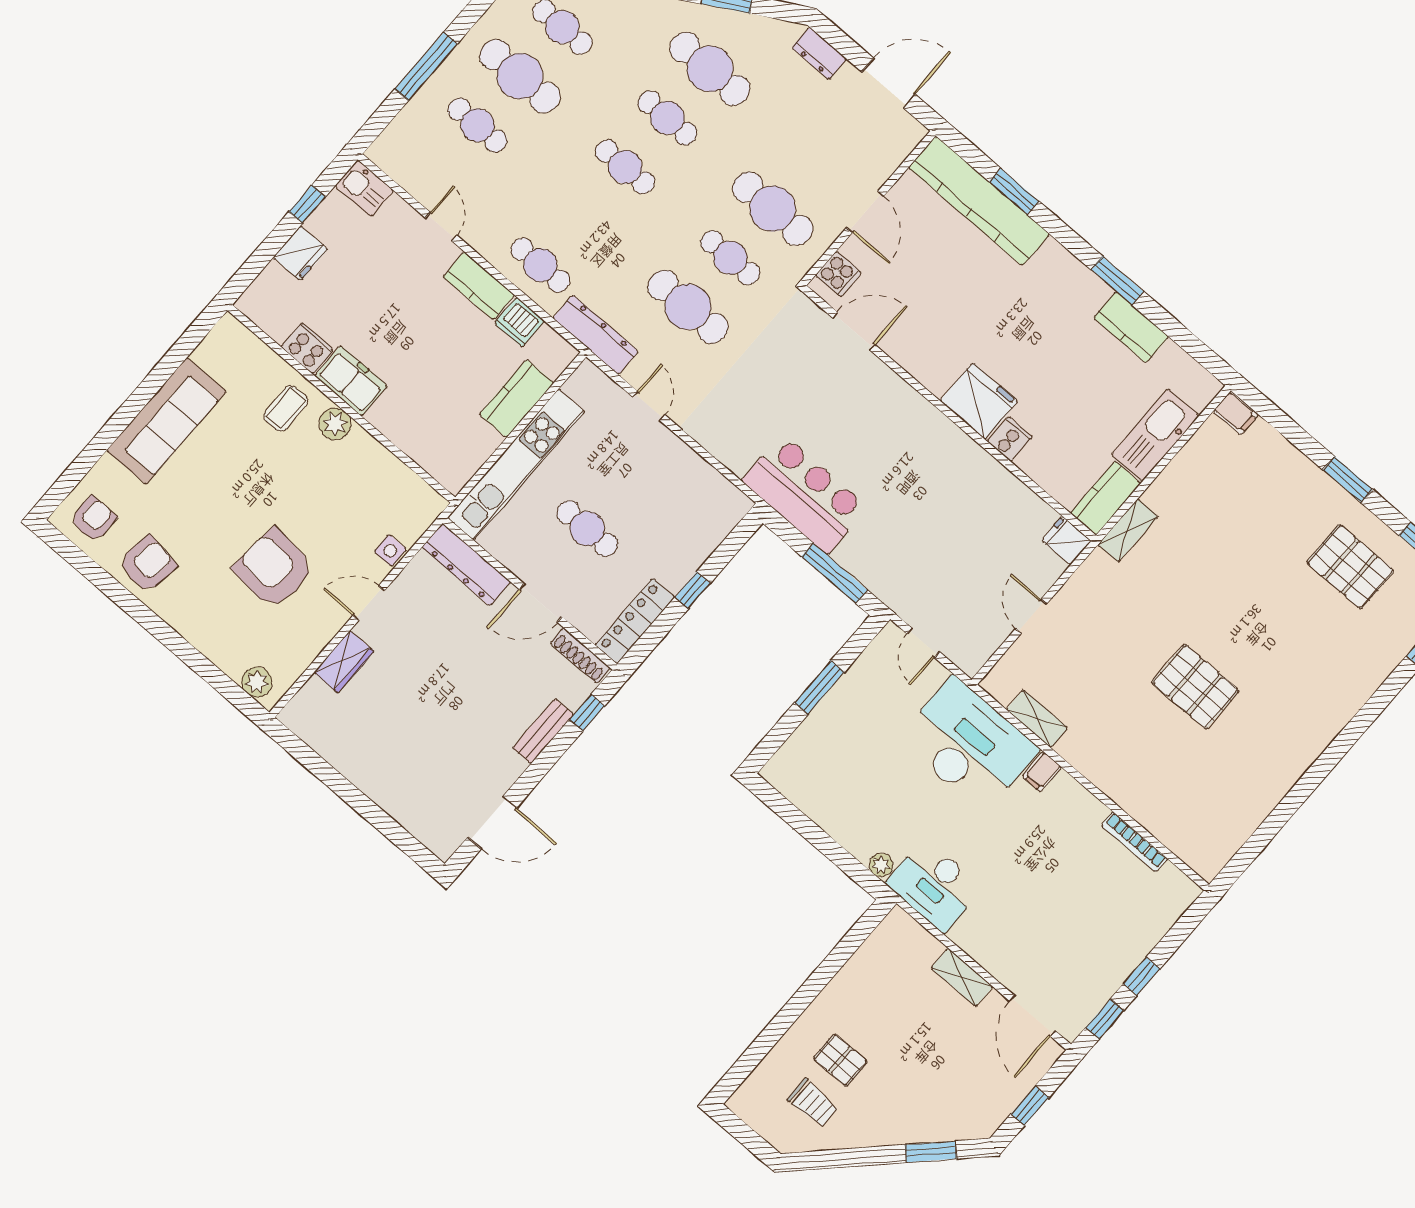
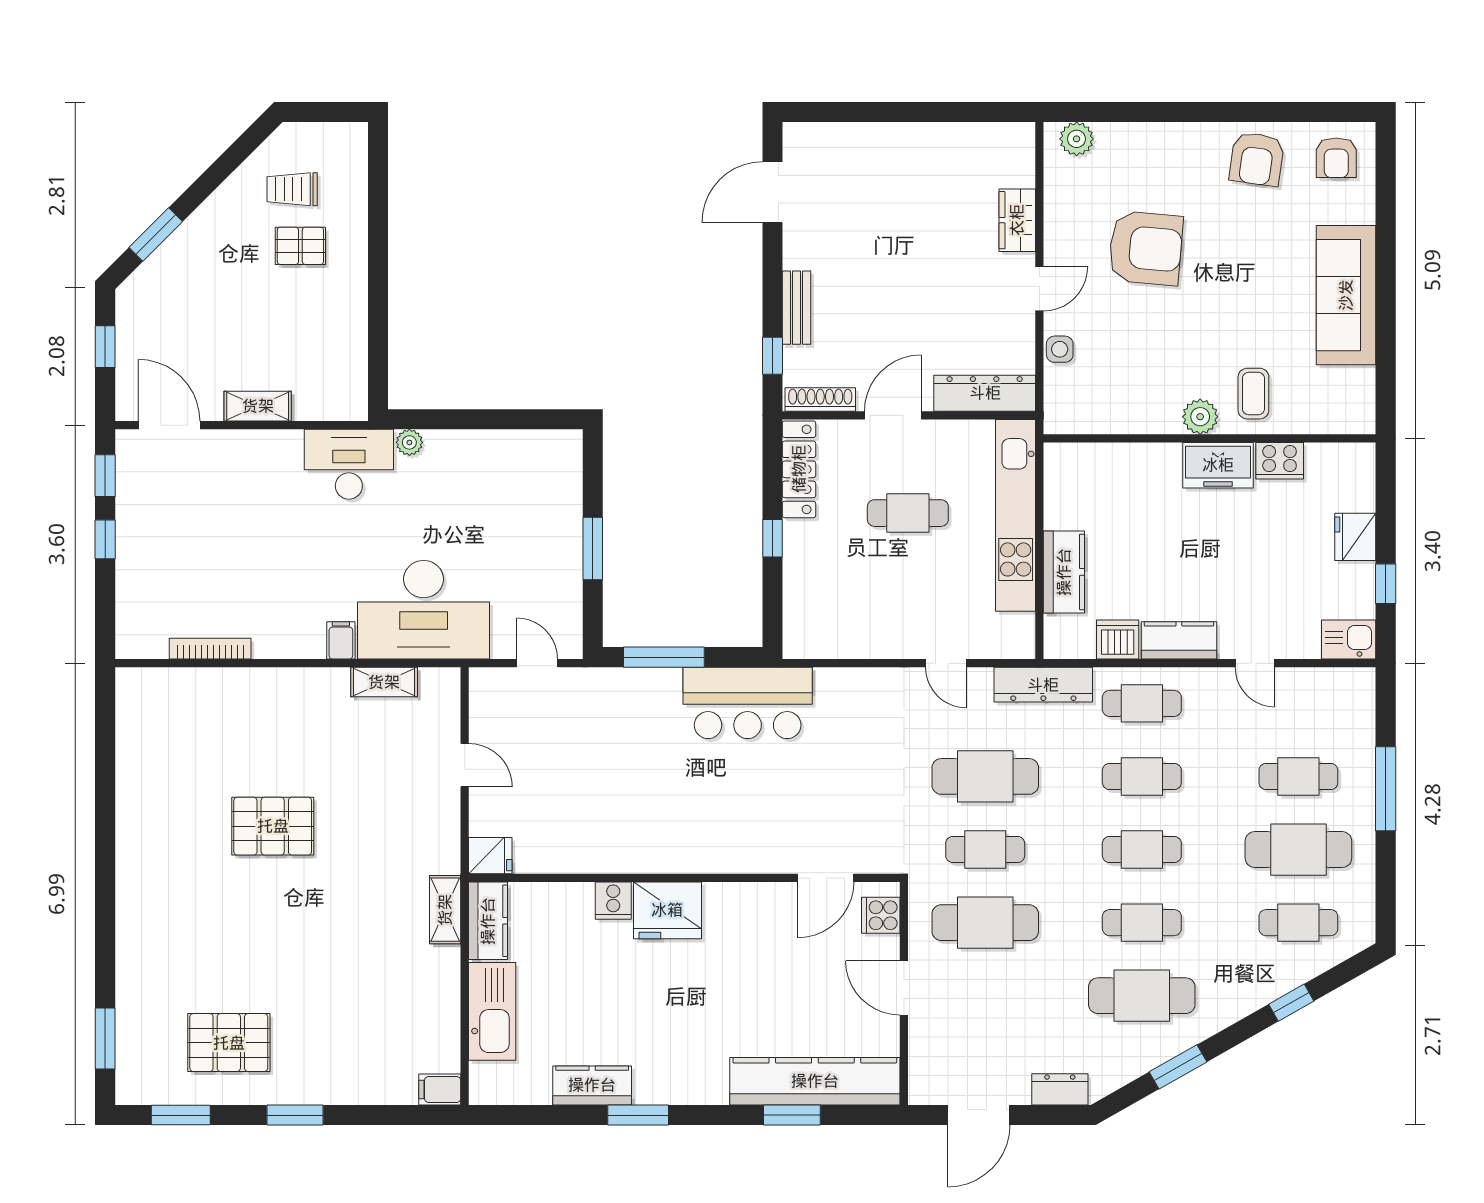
cafe table: (583, 216) -> (1142, 776), added

